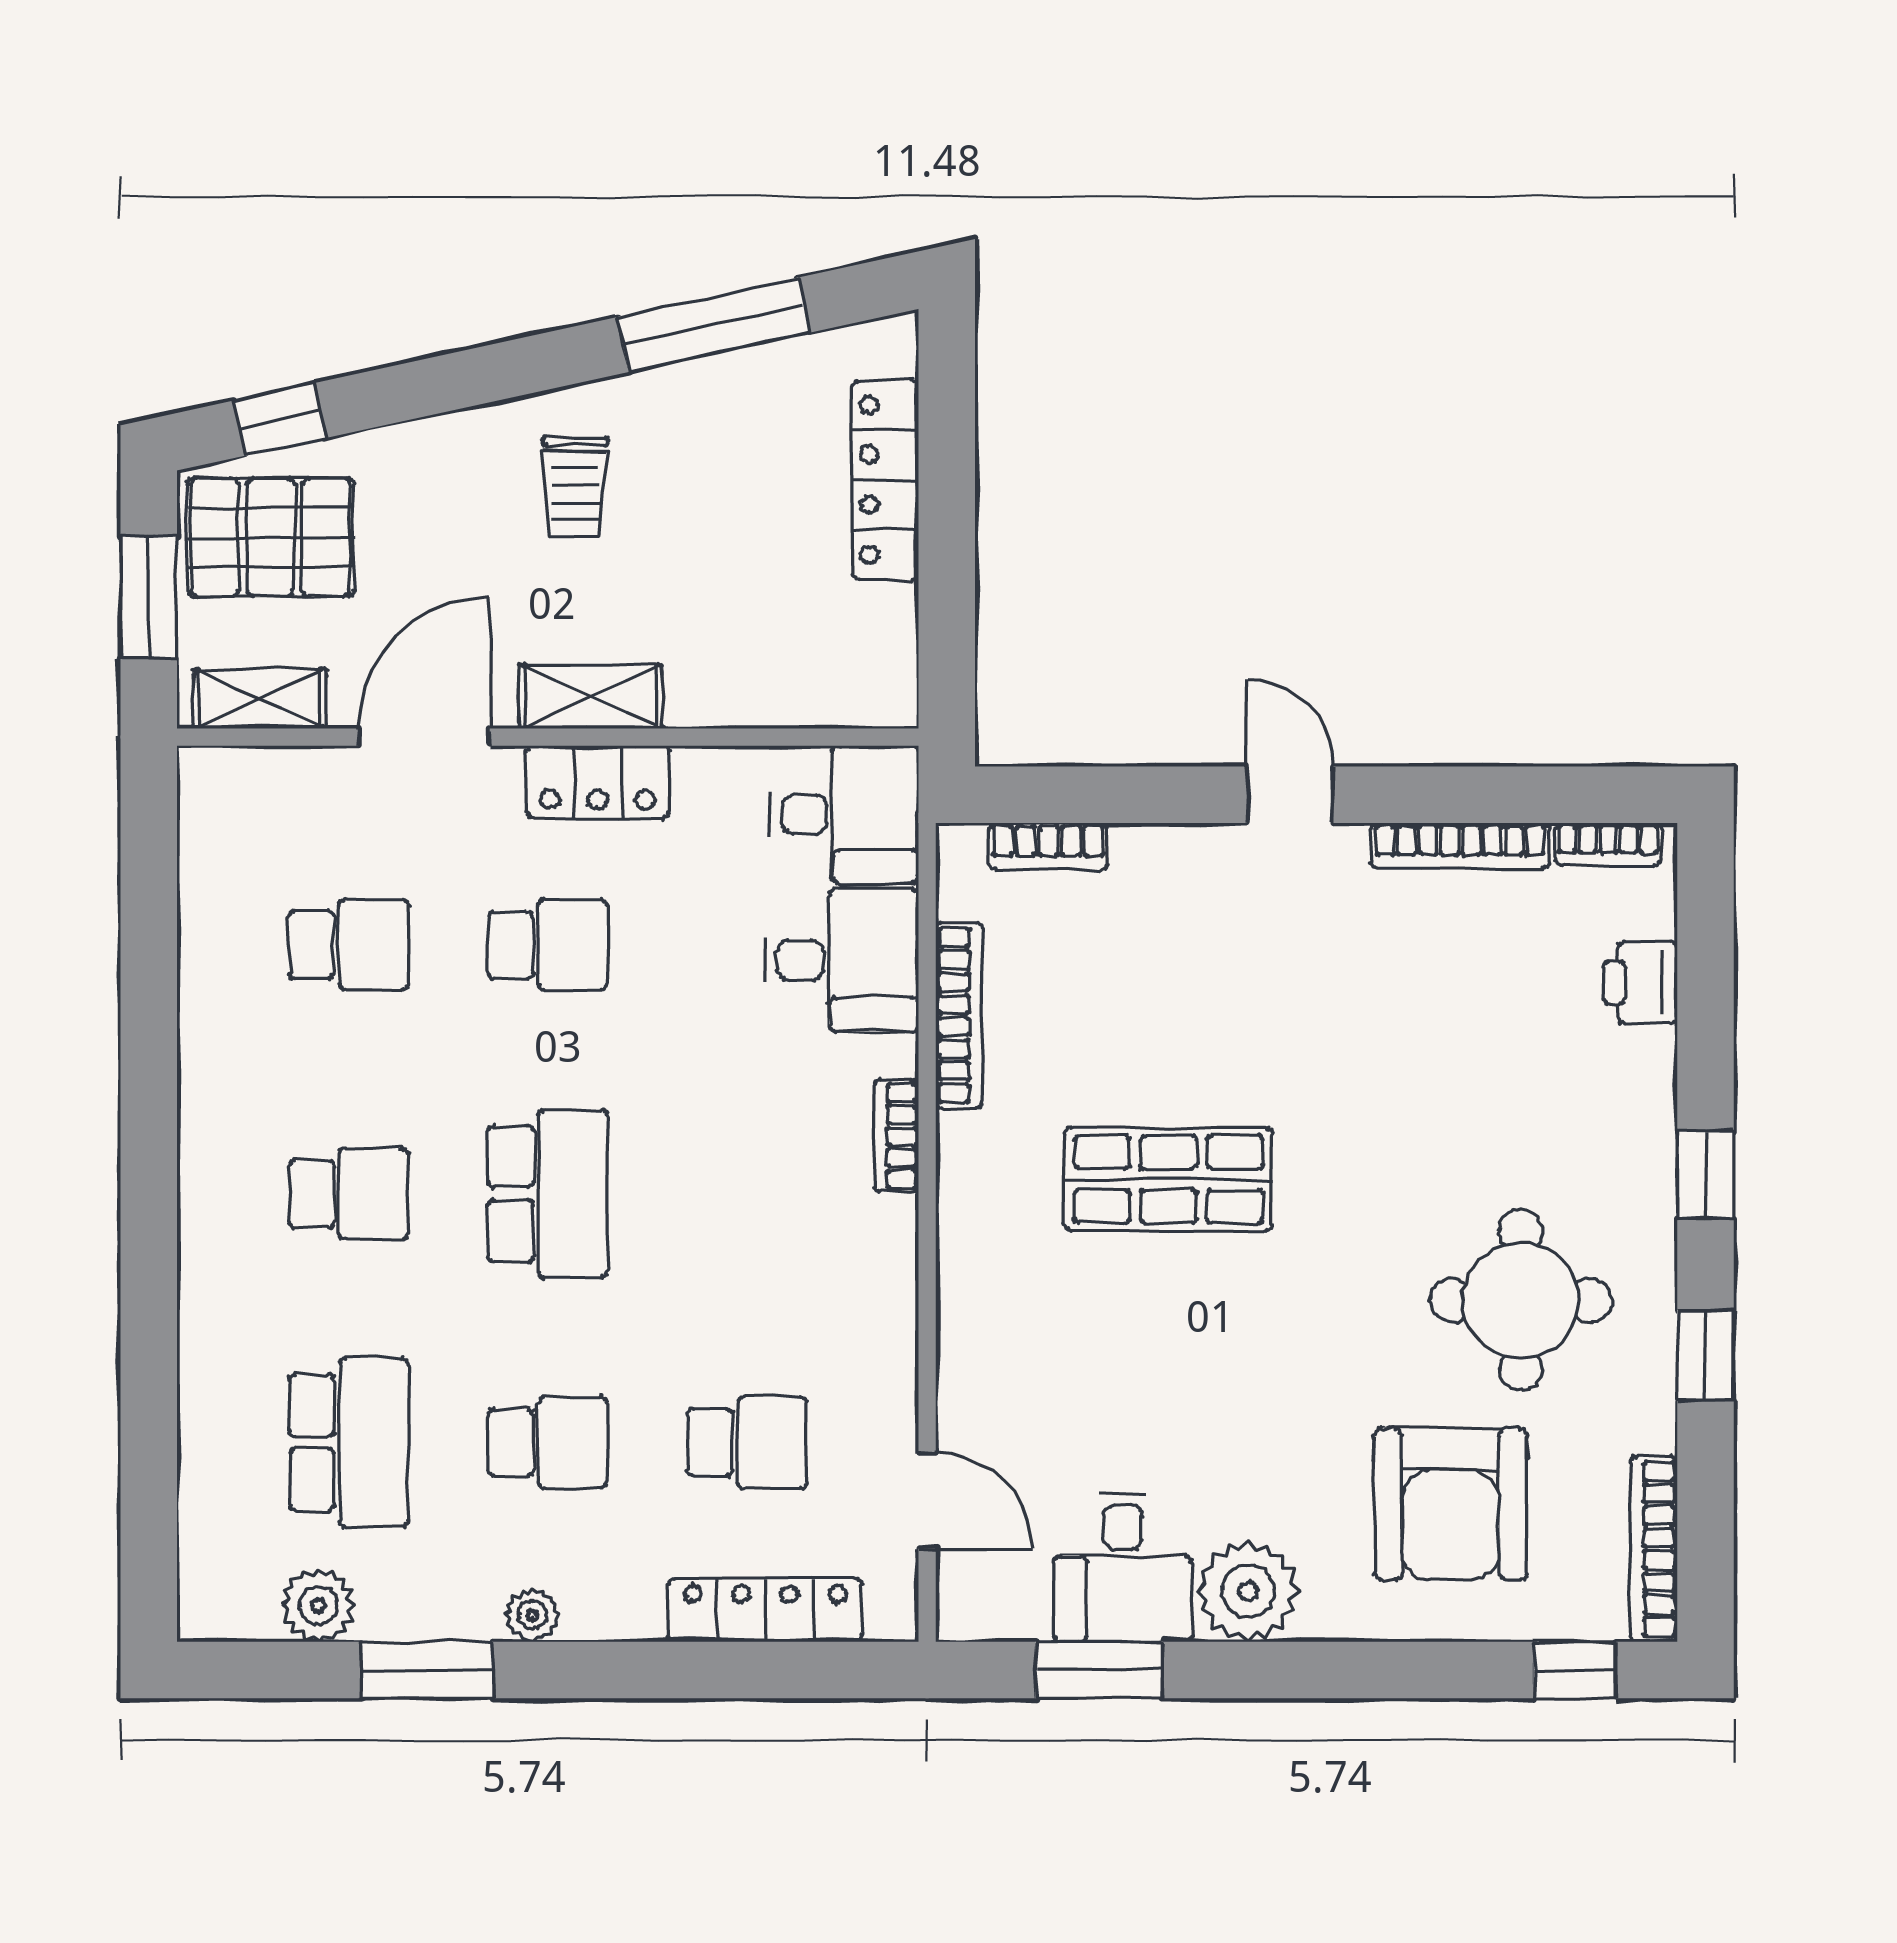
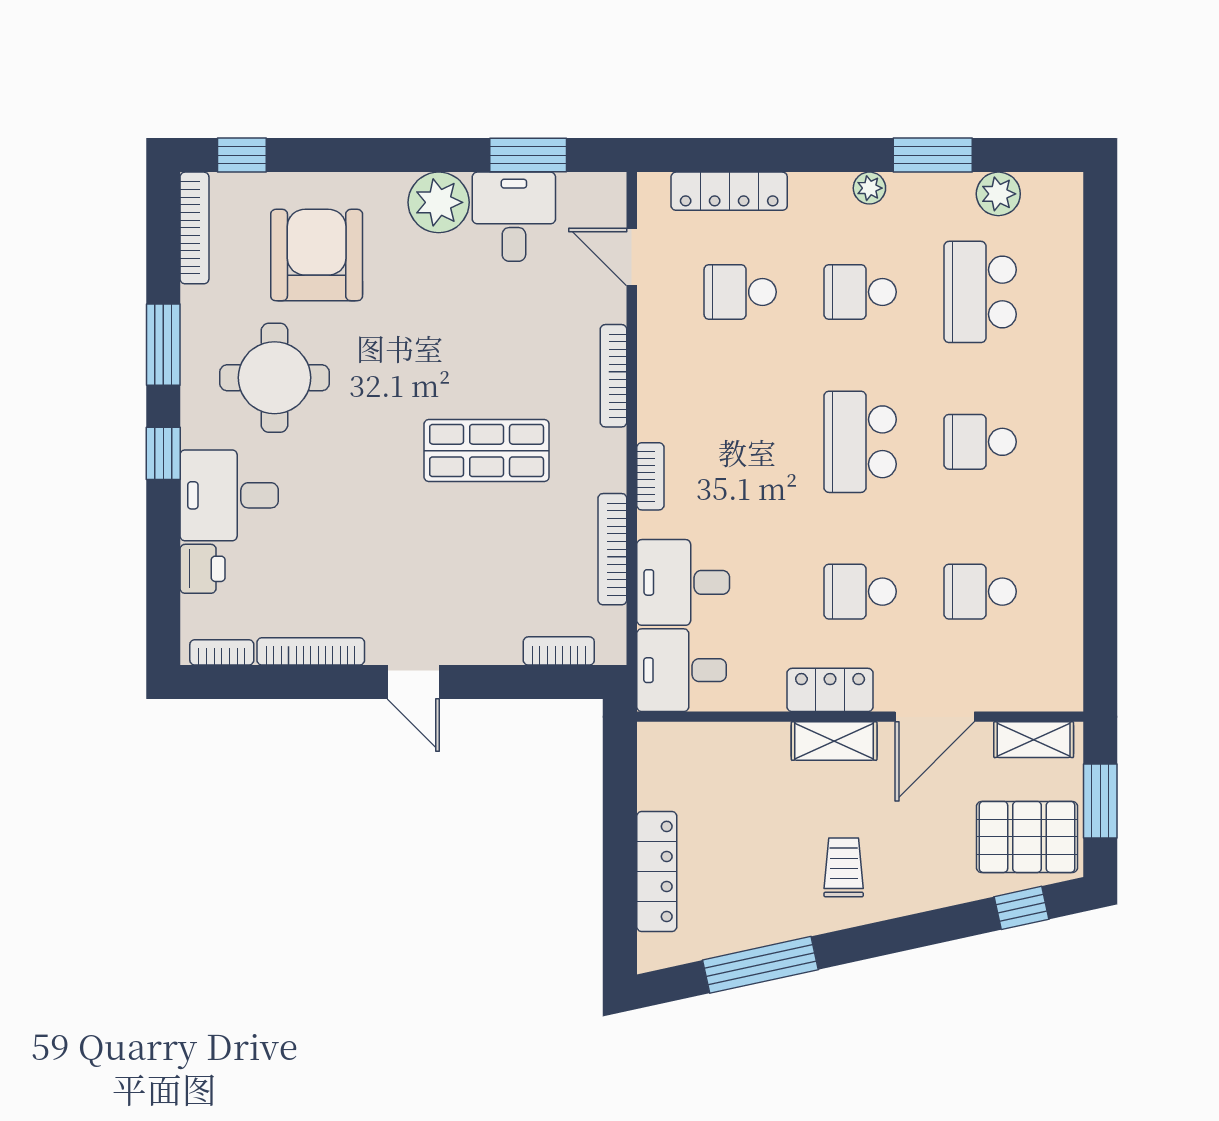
desk: (1596, 1105) -> (229, 495), added
bookcase: (957, 1303) -> (614, 376), added
window: (1706, 1355) -> (163, 345), width x1.50

